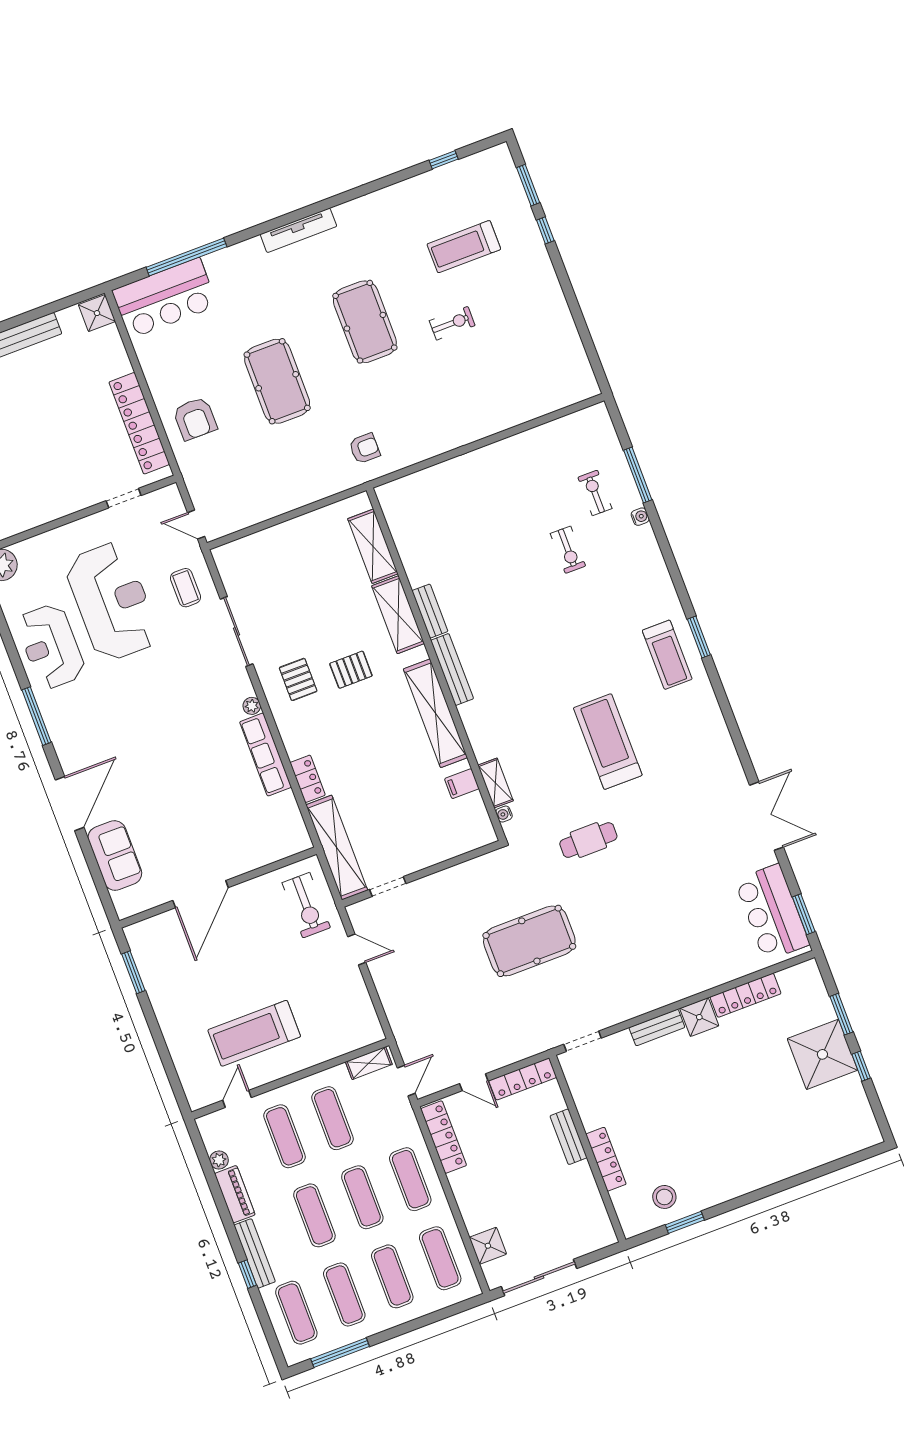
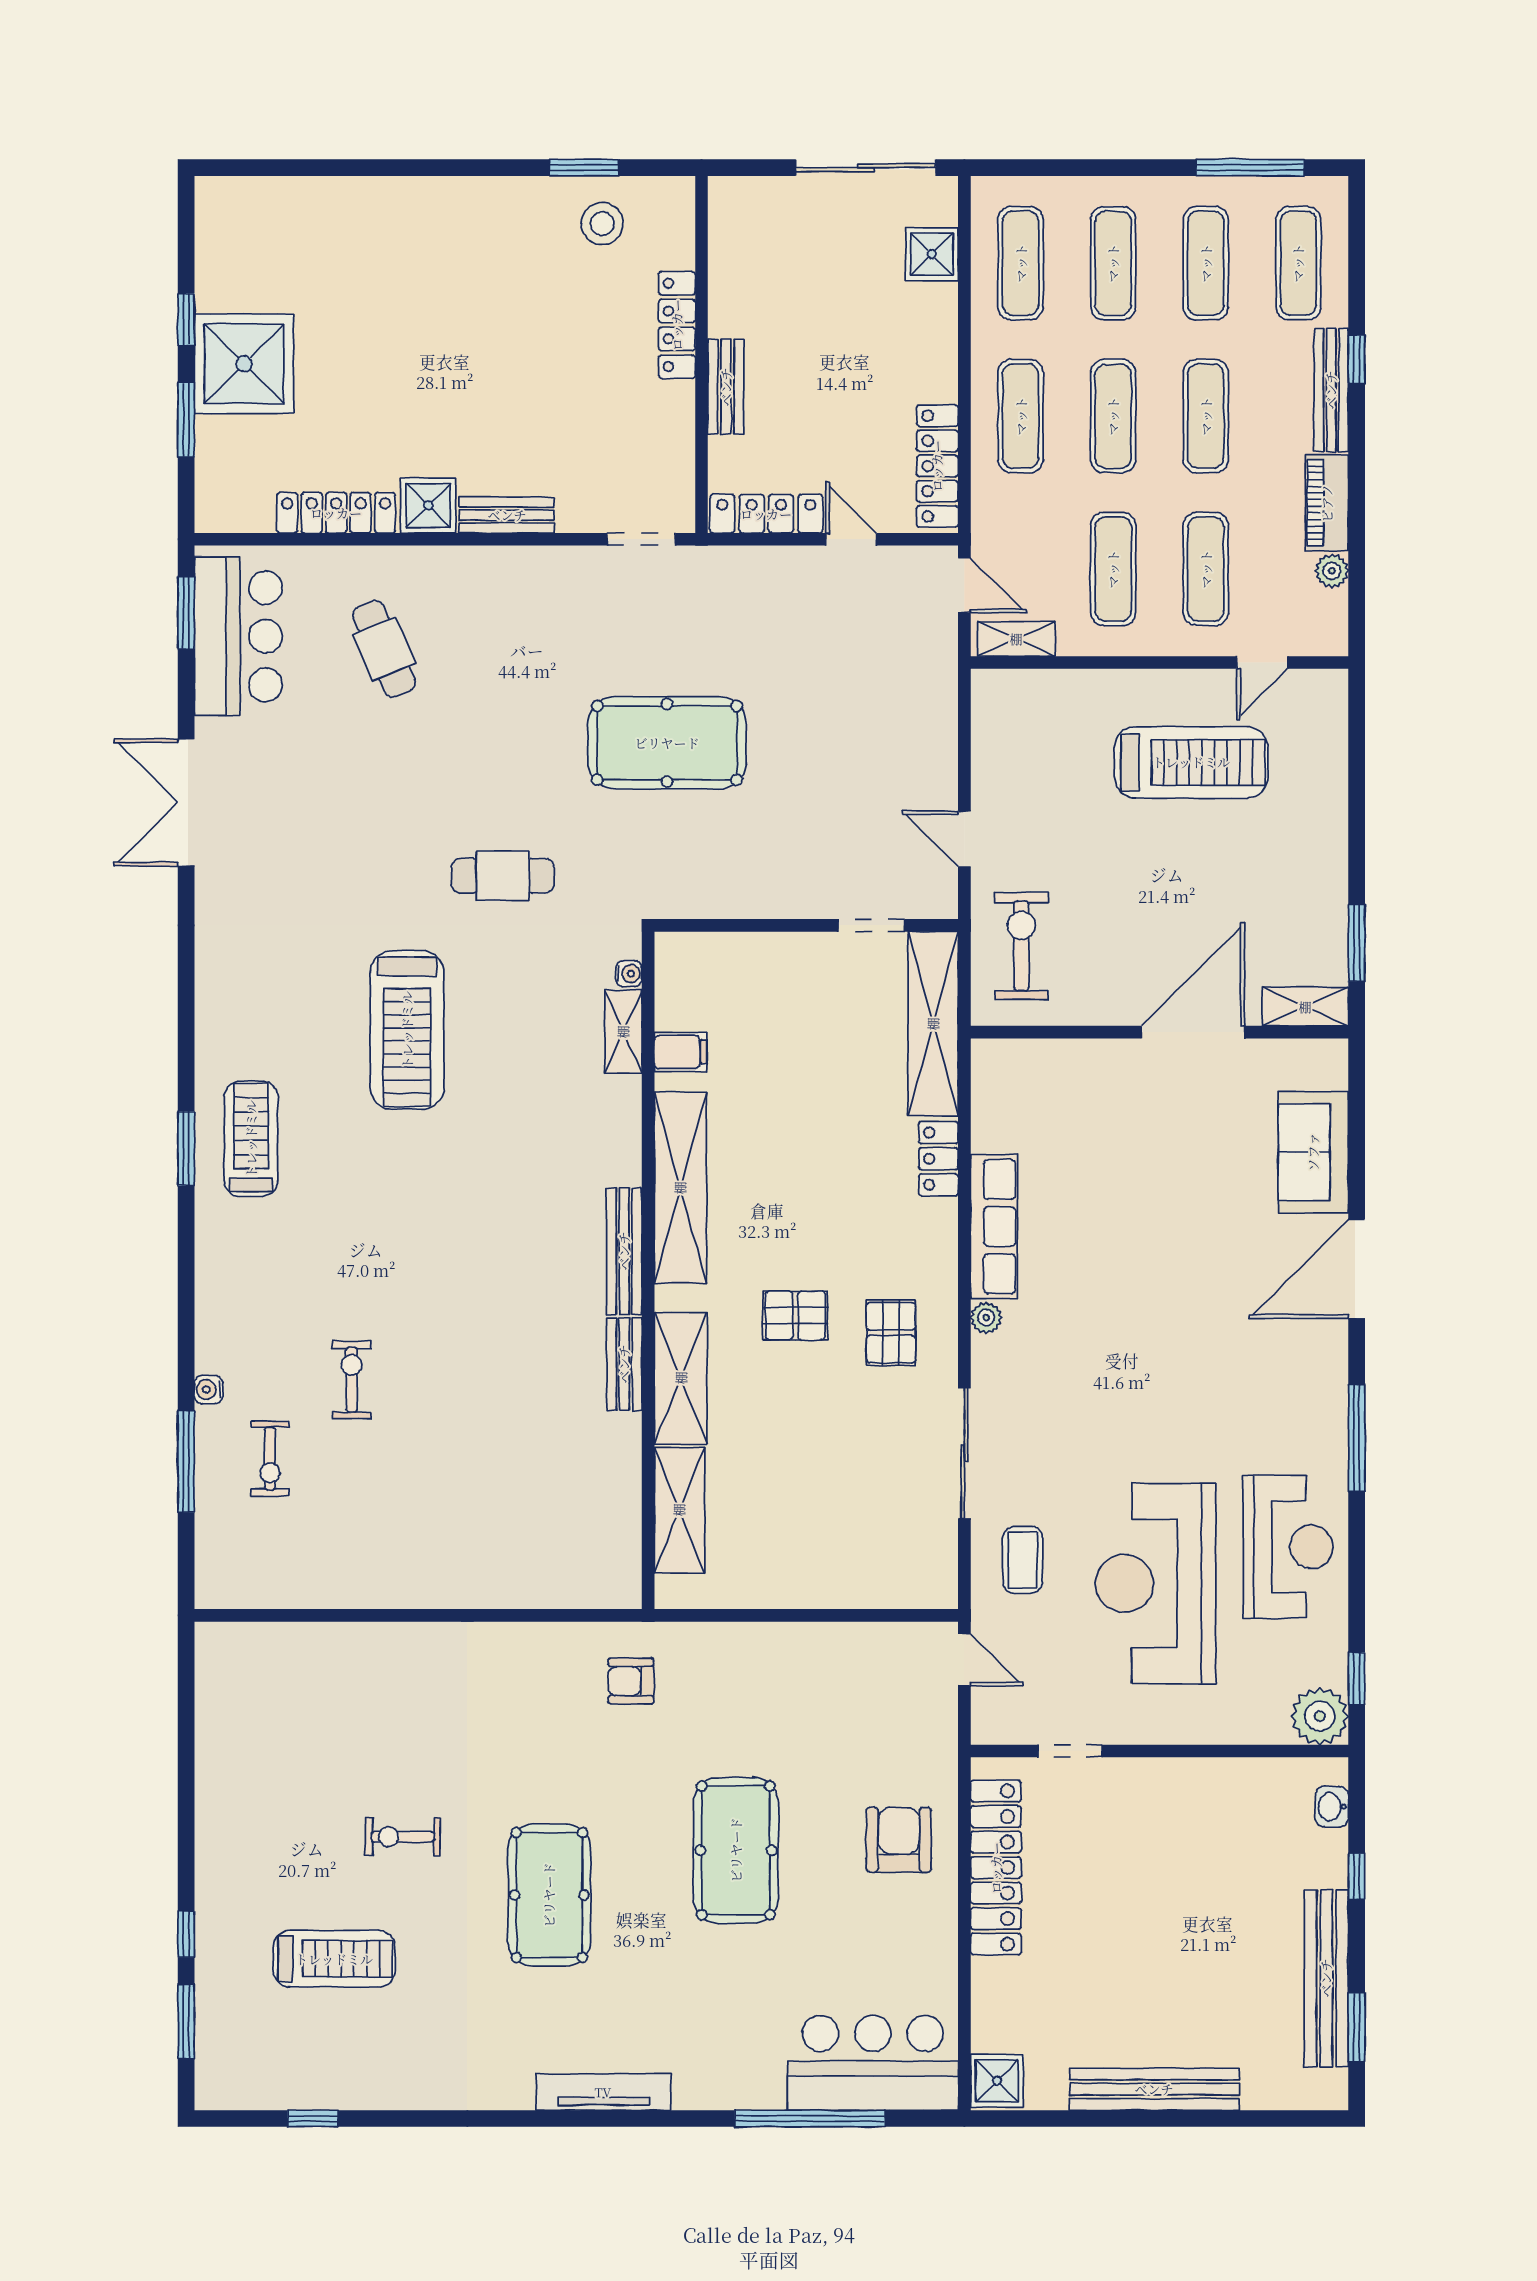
shelving: (147, 929) -> (1305, 1007), added
cafe table: (694, 934) -> (384, 649), added
door: (406, 1081) -> (964, 585), swing flipped

